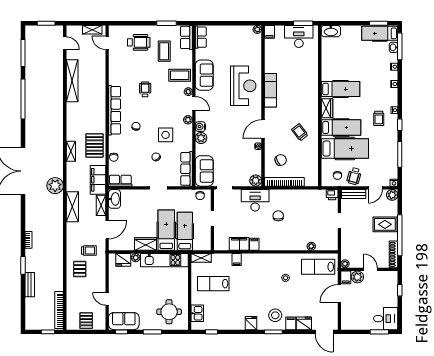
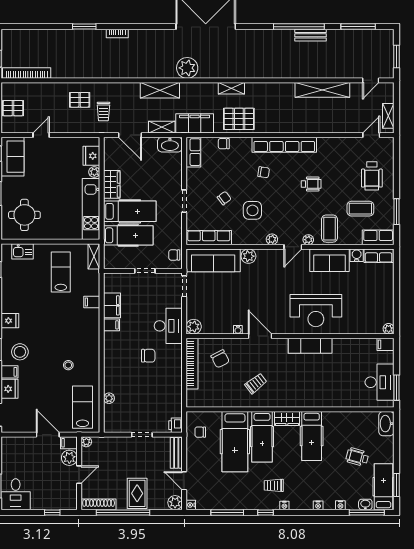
water cooler: (200, 127) -> (357, 255), moved
sofa: (204, 171) -> (213, 260), width x1.36
wheelchair: (354, 176) -> (357, 457), moved
bench: (30, 285) -> (310, 35), moved

